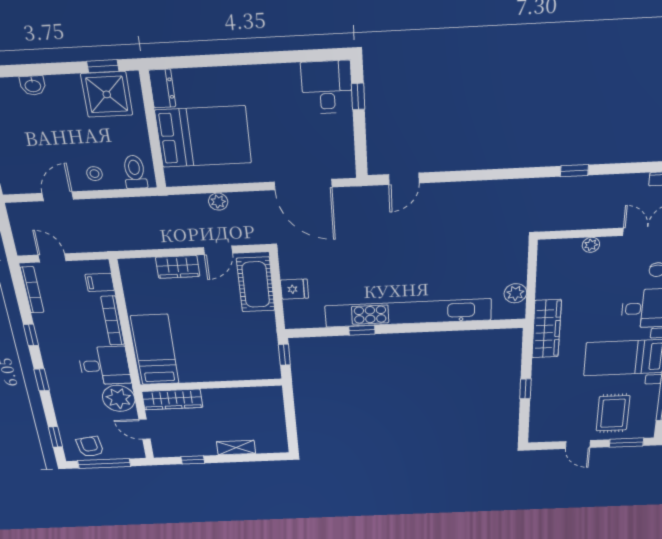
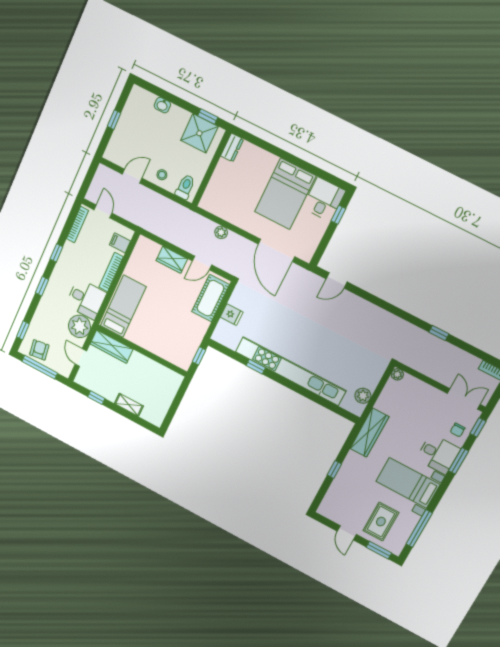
bed: (203, 137) -> (285, 194), moved, turned 90
plant: (591, 245) -> (397, 374), moved

